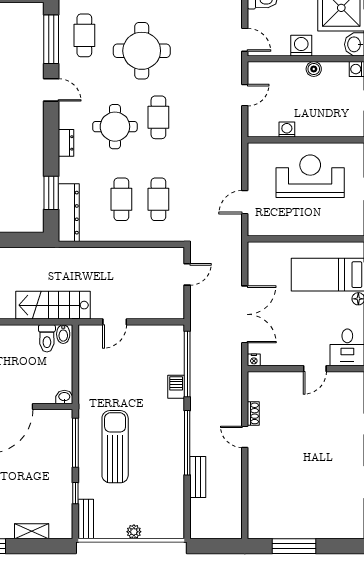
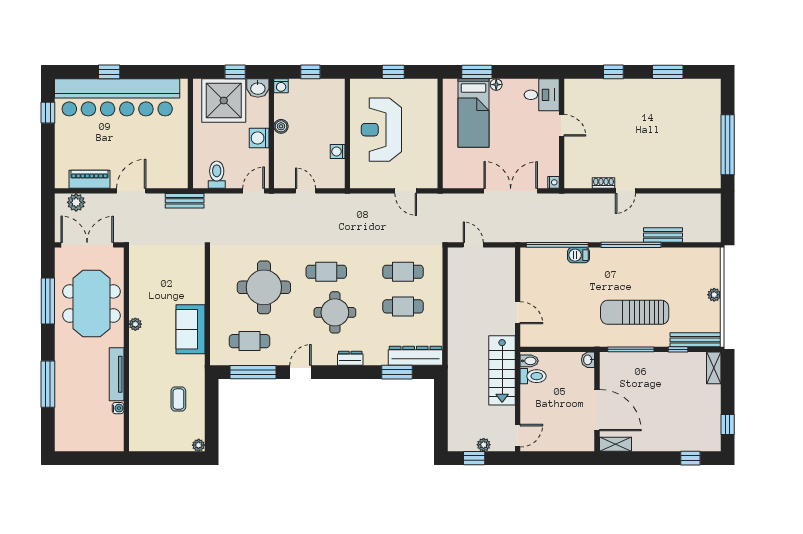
bench: (86, 519) -> (696, 340), width x1.36
shelving: (32, 531) -> (714, 368), moved
window: (294, 546) -> (728, 145), width x1.46

